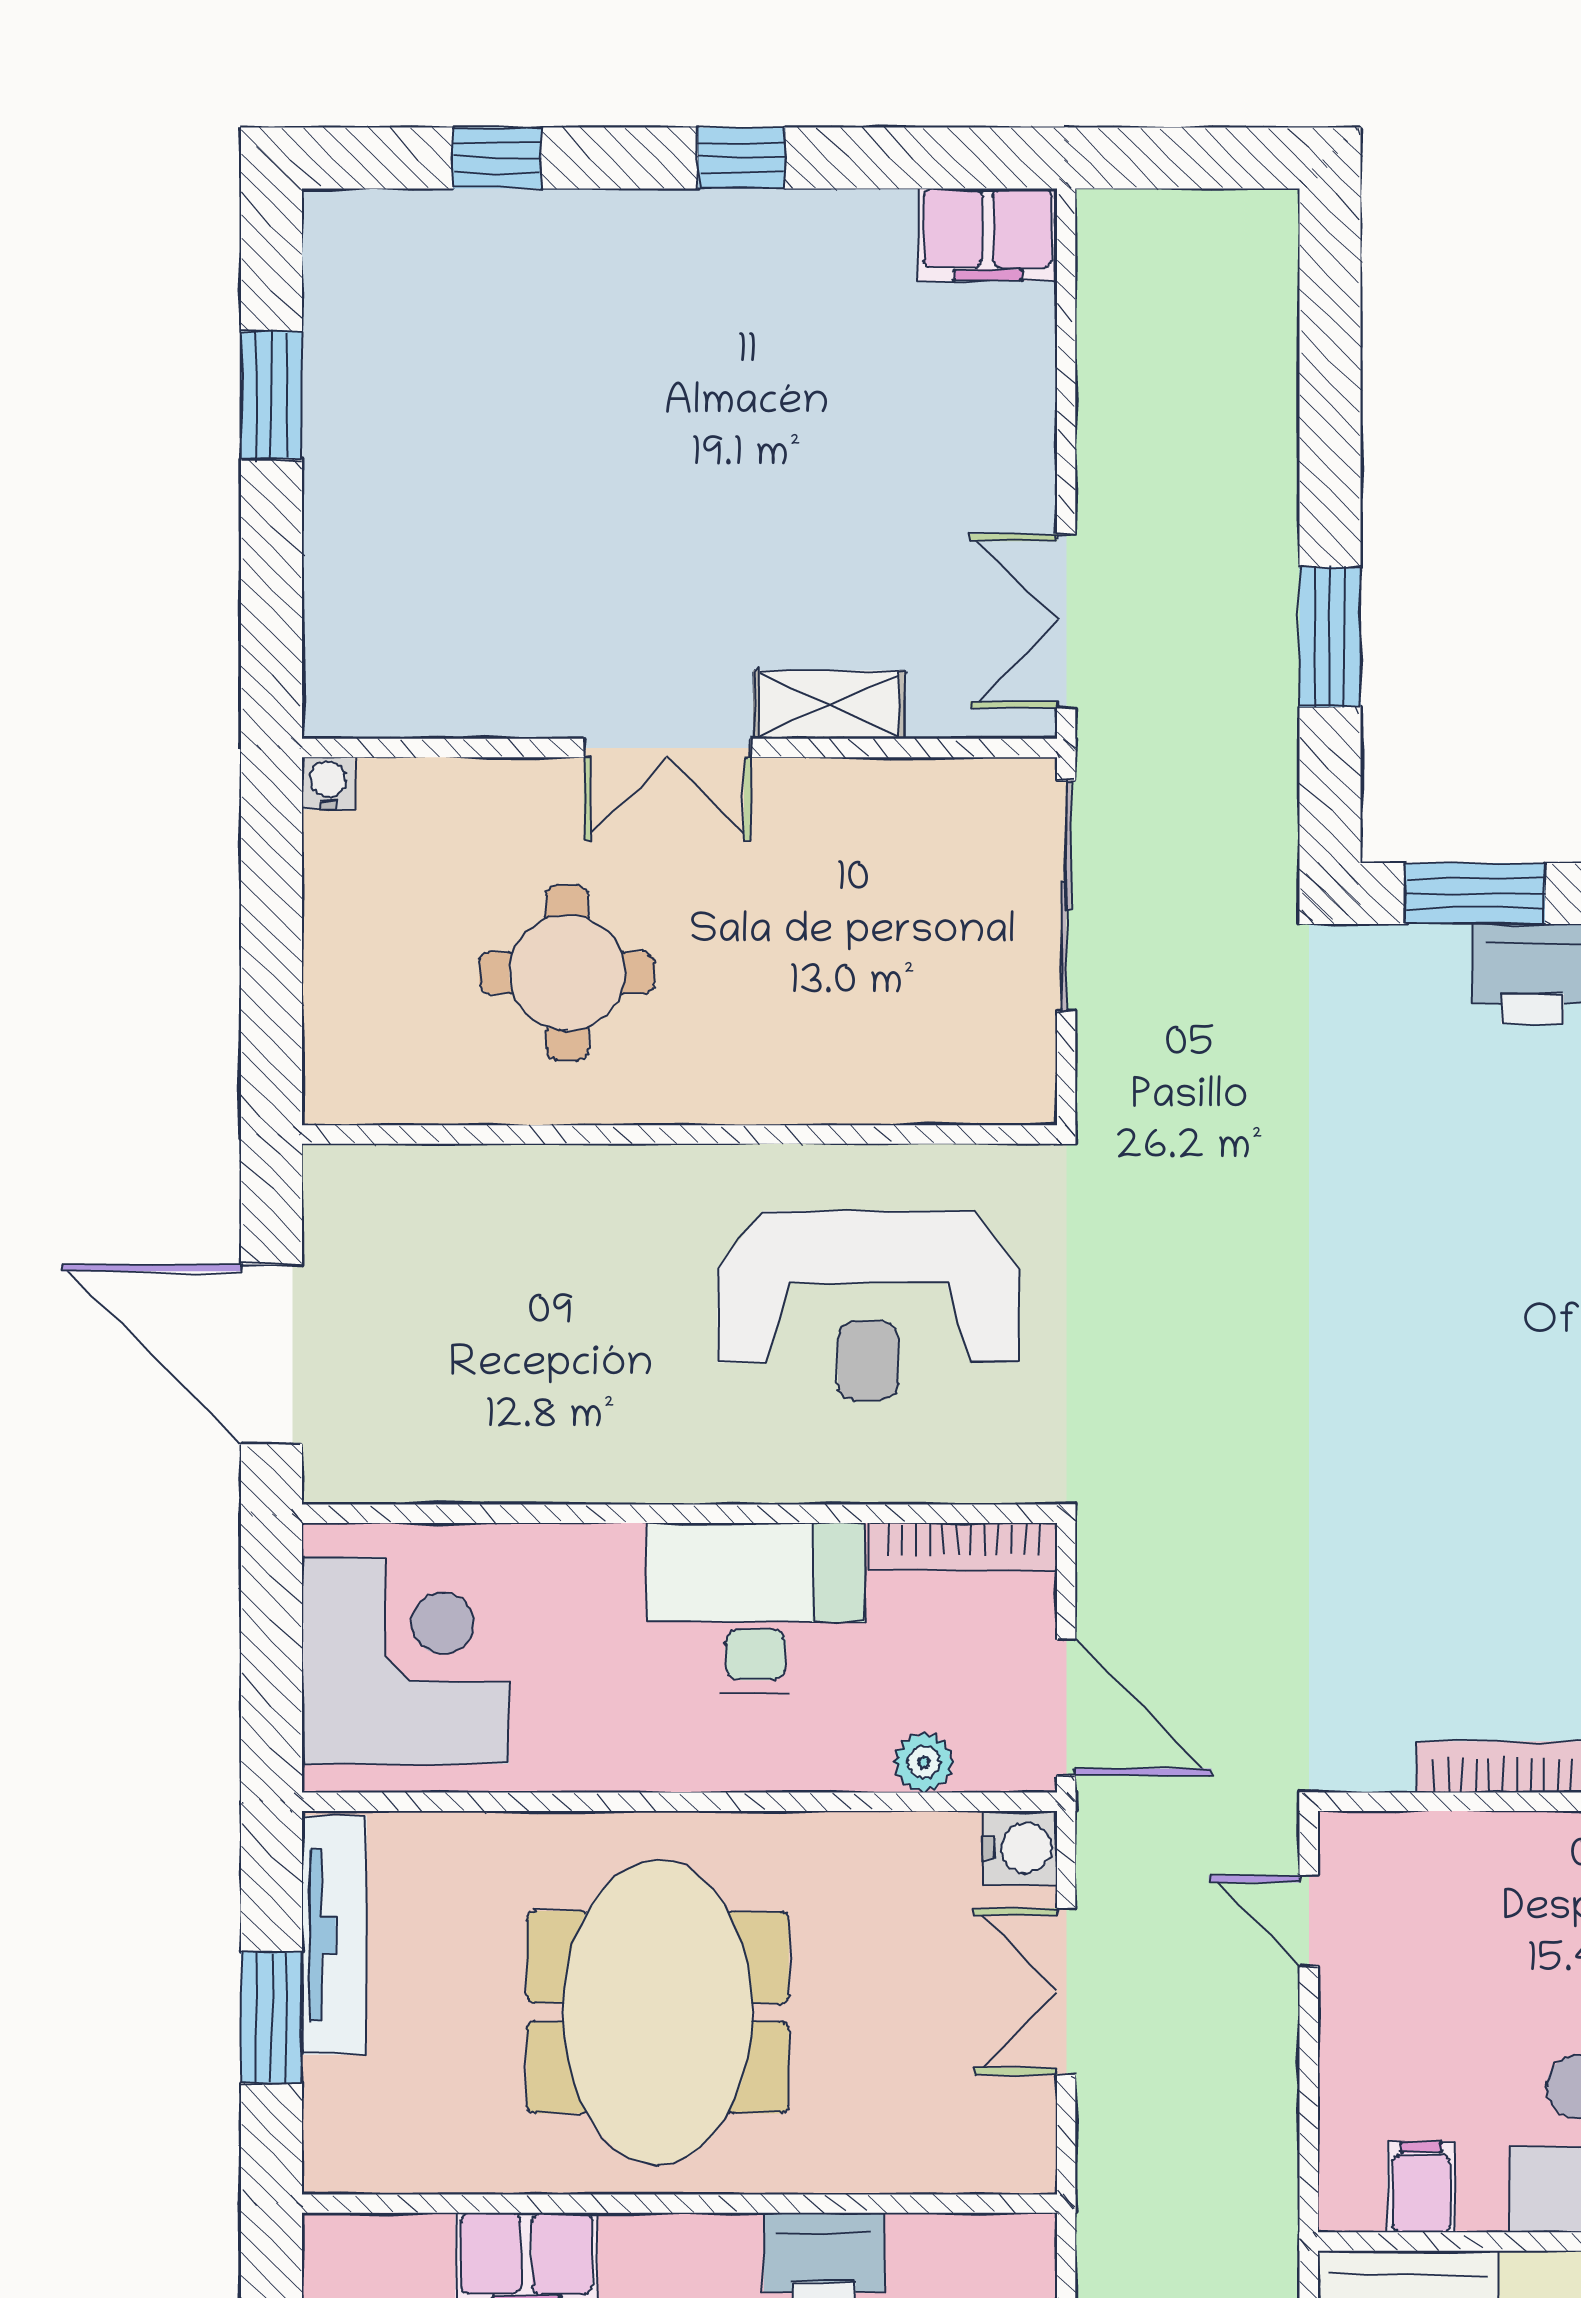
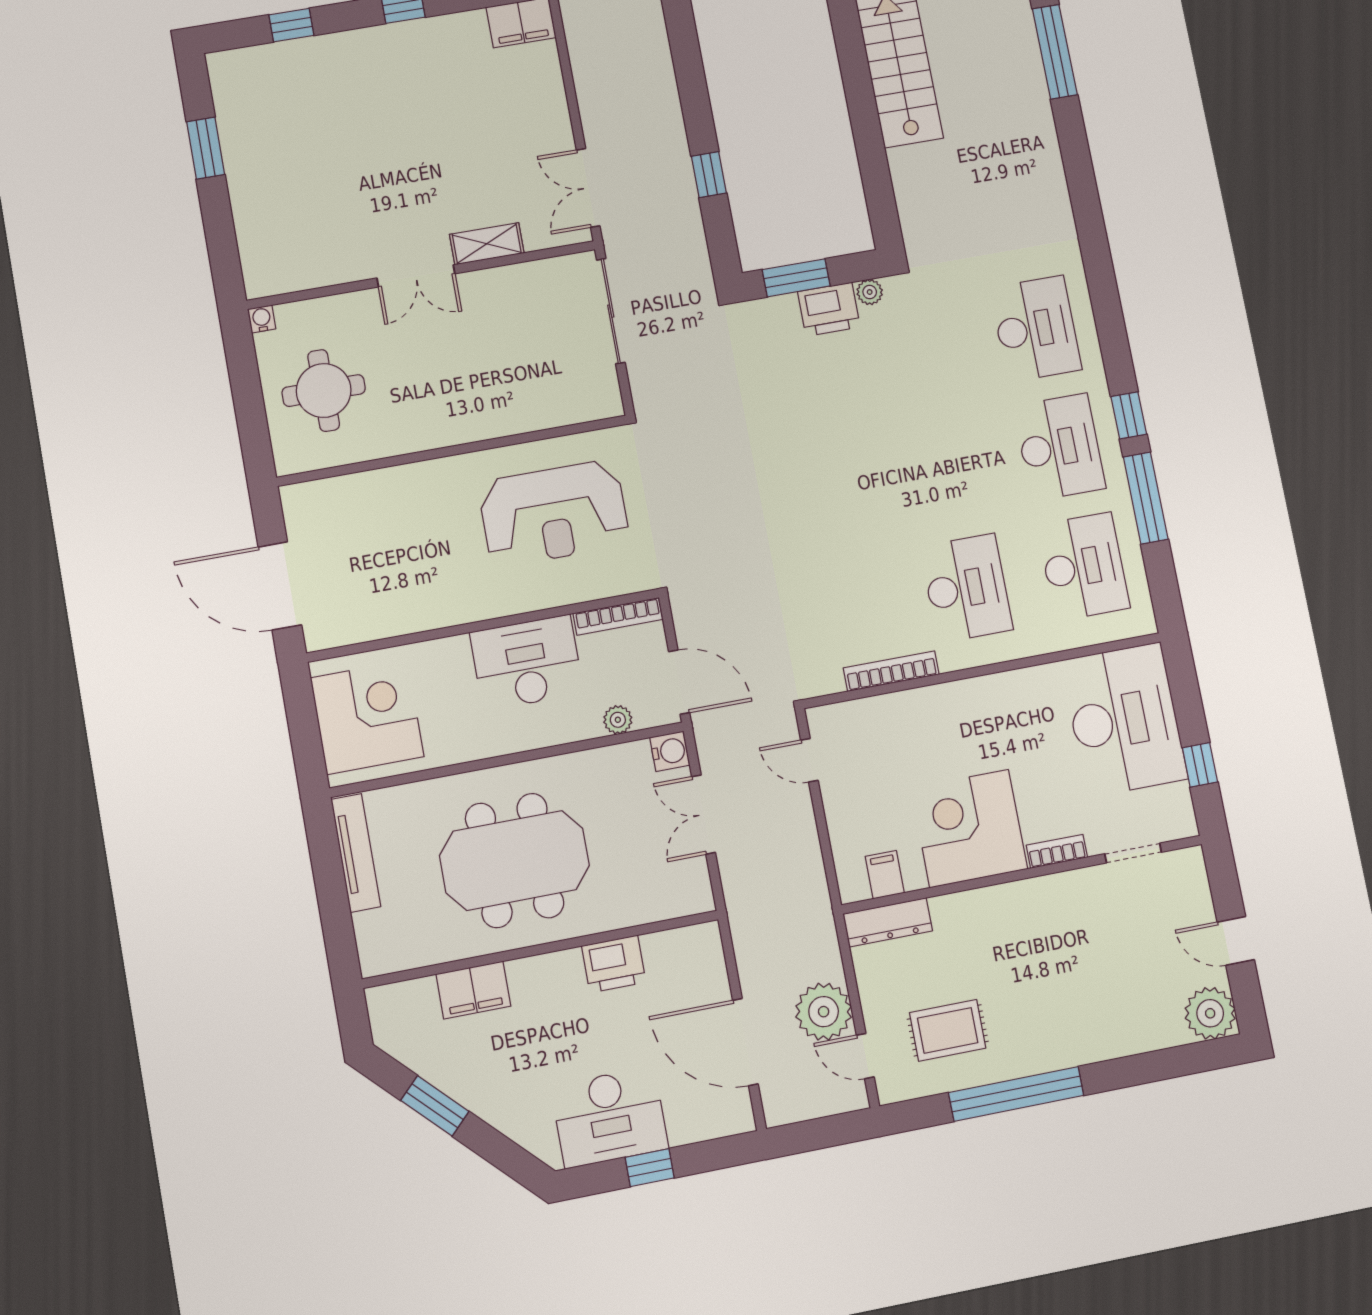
window: (1330, 637) -> (709, 175), width x0.67
round table: (567, 973) -> (324, 391), moved
meeting table: (658, 2012) -> (515, 860), turned 90
window: (272, 2017) -> (333, 898), removed

